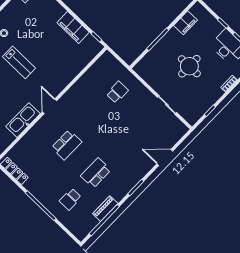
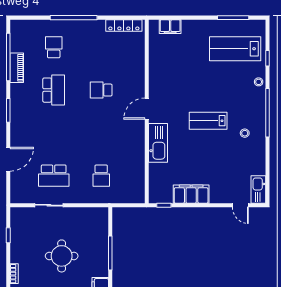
door: (50, 106) -> (147, 109), swing flipped
kitchen sink: (23, 120) -> (158, 143), moved
school desk: (146, 120) -> (54, 176), added
school desk: (67, 145) -> (101, 90), width x0.54

